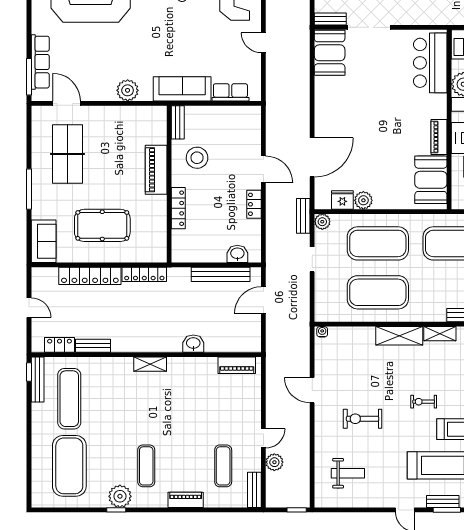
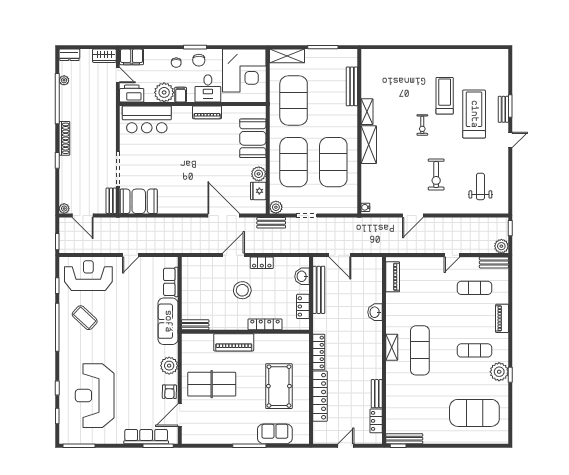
armchair: (95, 91) -> (169, 392), added
table tennis table: (67, 154) -> (212, 384), moved
stool: (197, 158) -> (242, 290), moved
booth: (431, 180) -> (253, 138), moved, turned 90
sofa: (44, 241) -> (275, 434), moved
locker: (200, 255) -> (303, 306), added
exercise mat: (69, 399) -> (420, 350), moved, turned 90
door: (263, 438) -> (452, 255), swing flipped
plant: (274, 462) -> (501, 246), moved

